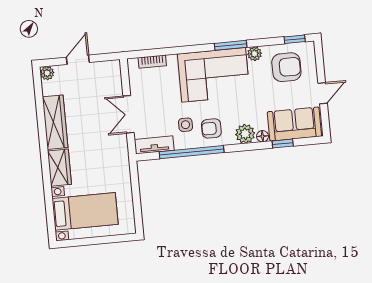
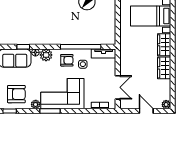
door: (78, 60) -> (146, 111), swing flipped
armchair: (286, 67) -> (16, 94), turned 180
double door: (129, 114) -> (118, 87), moved
wardrobe: (55, 122) -> (164, 68), width x0.67

